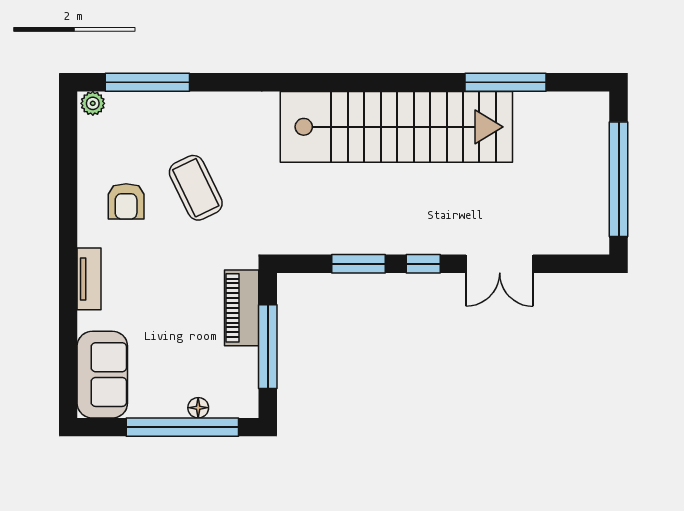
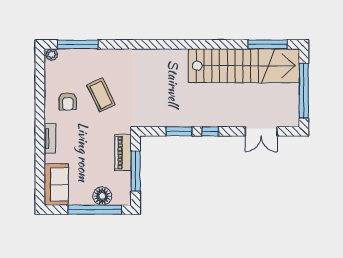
window: (505, 82) -> (268, 44), moved
stairs: (396, 127) -> (244, 66), moved
double door: (500, 264) -> (261, 131), moved
floor lamp: (198, 408) -> (102, 196), width x1.89, depth x1.89

